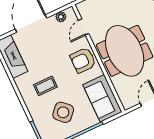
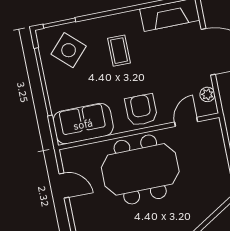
door: (84, 27) -> (186, 122), hinge flipped
side table: (63, 112) -> (69, 50), moved

